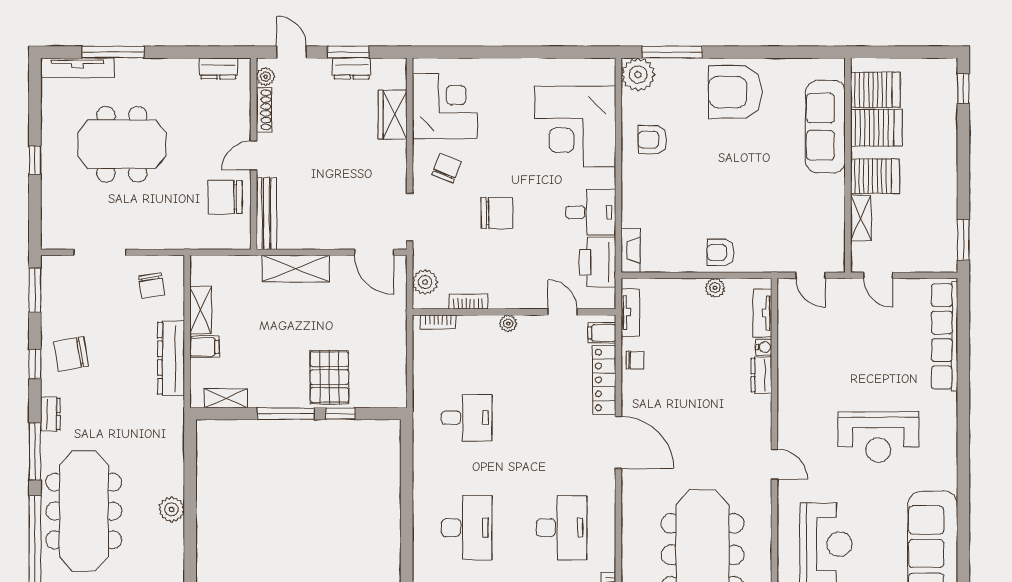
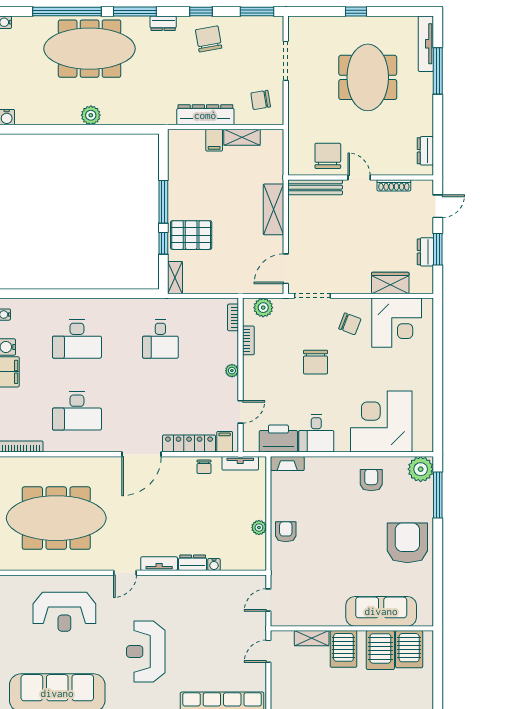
plant: (266, 77) -> (419, 187), removed
tv unit: (763, 313) -> (159, 564), moved
shelving: (226, 398) -> (175, 278), moved

